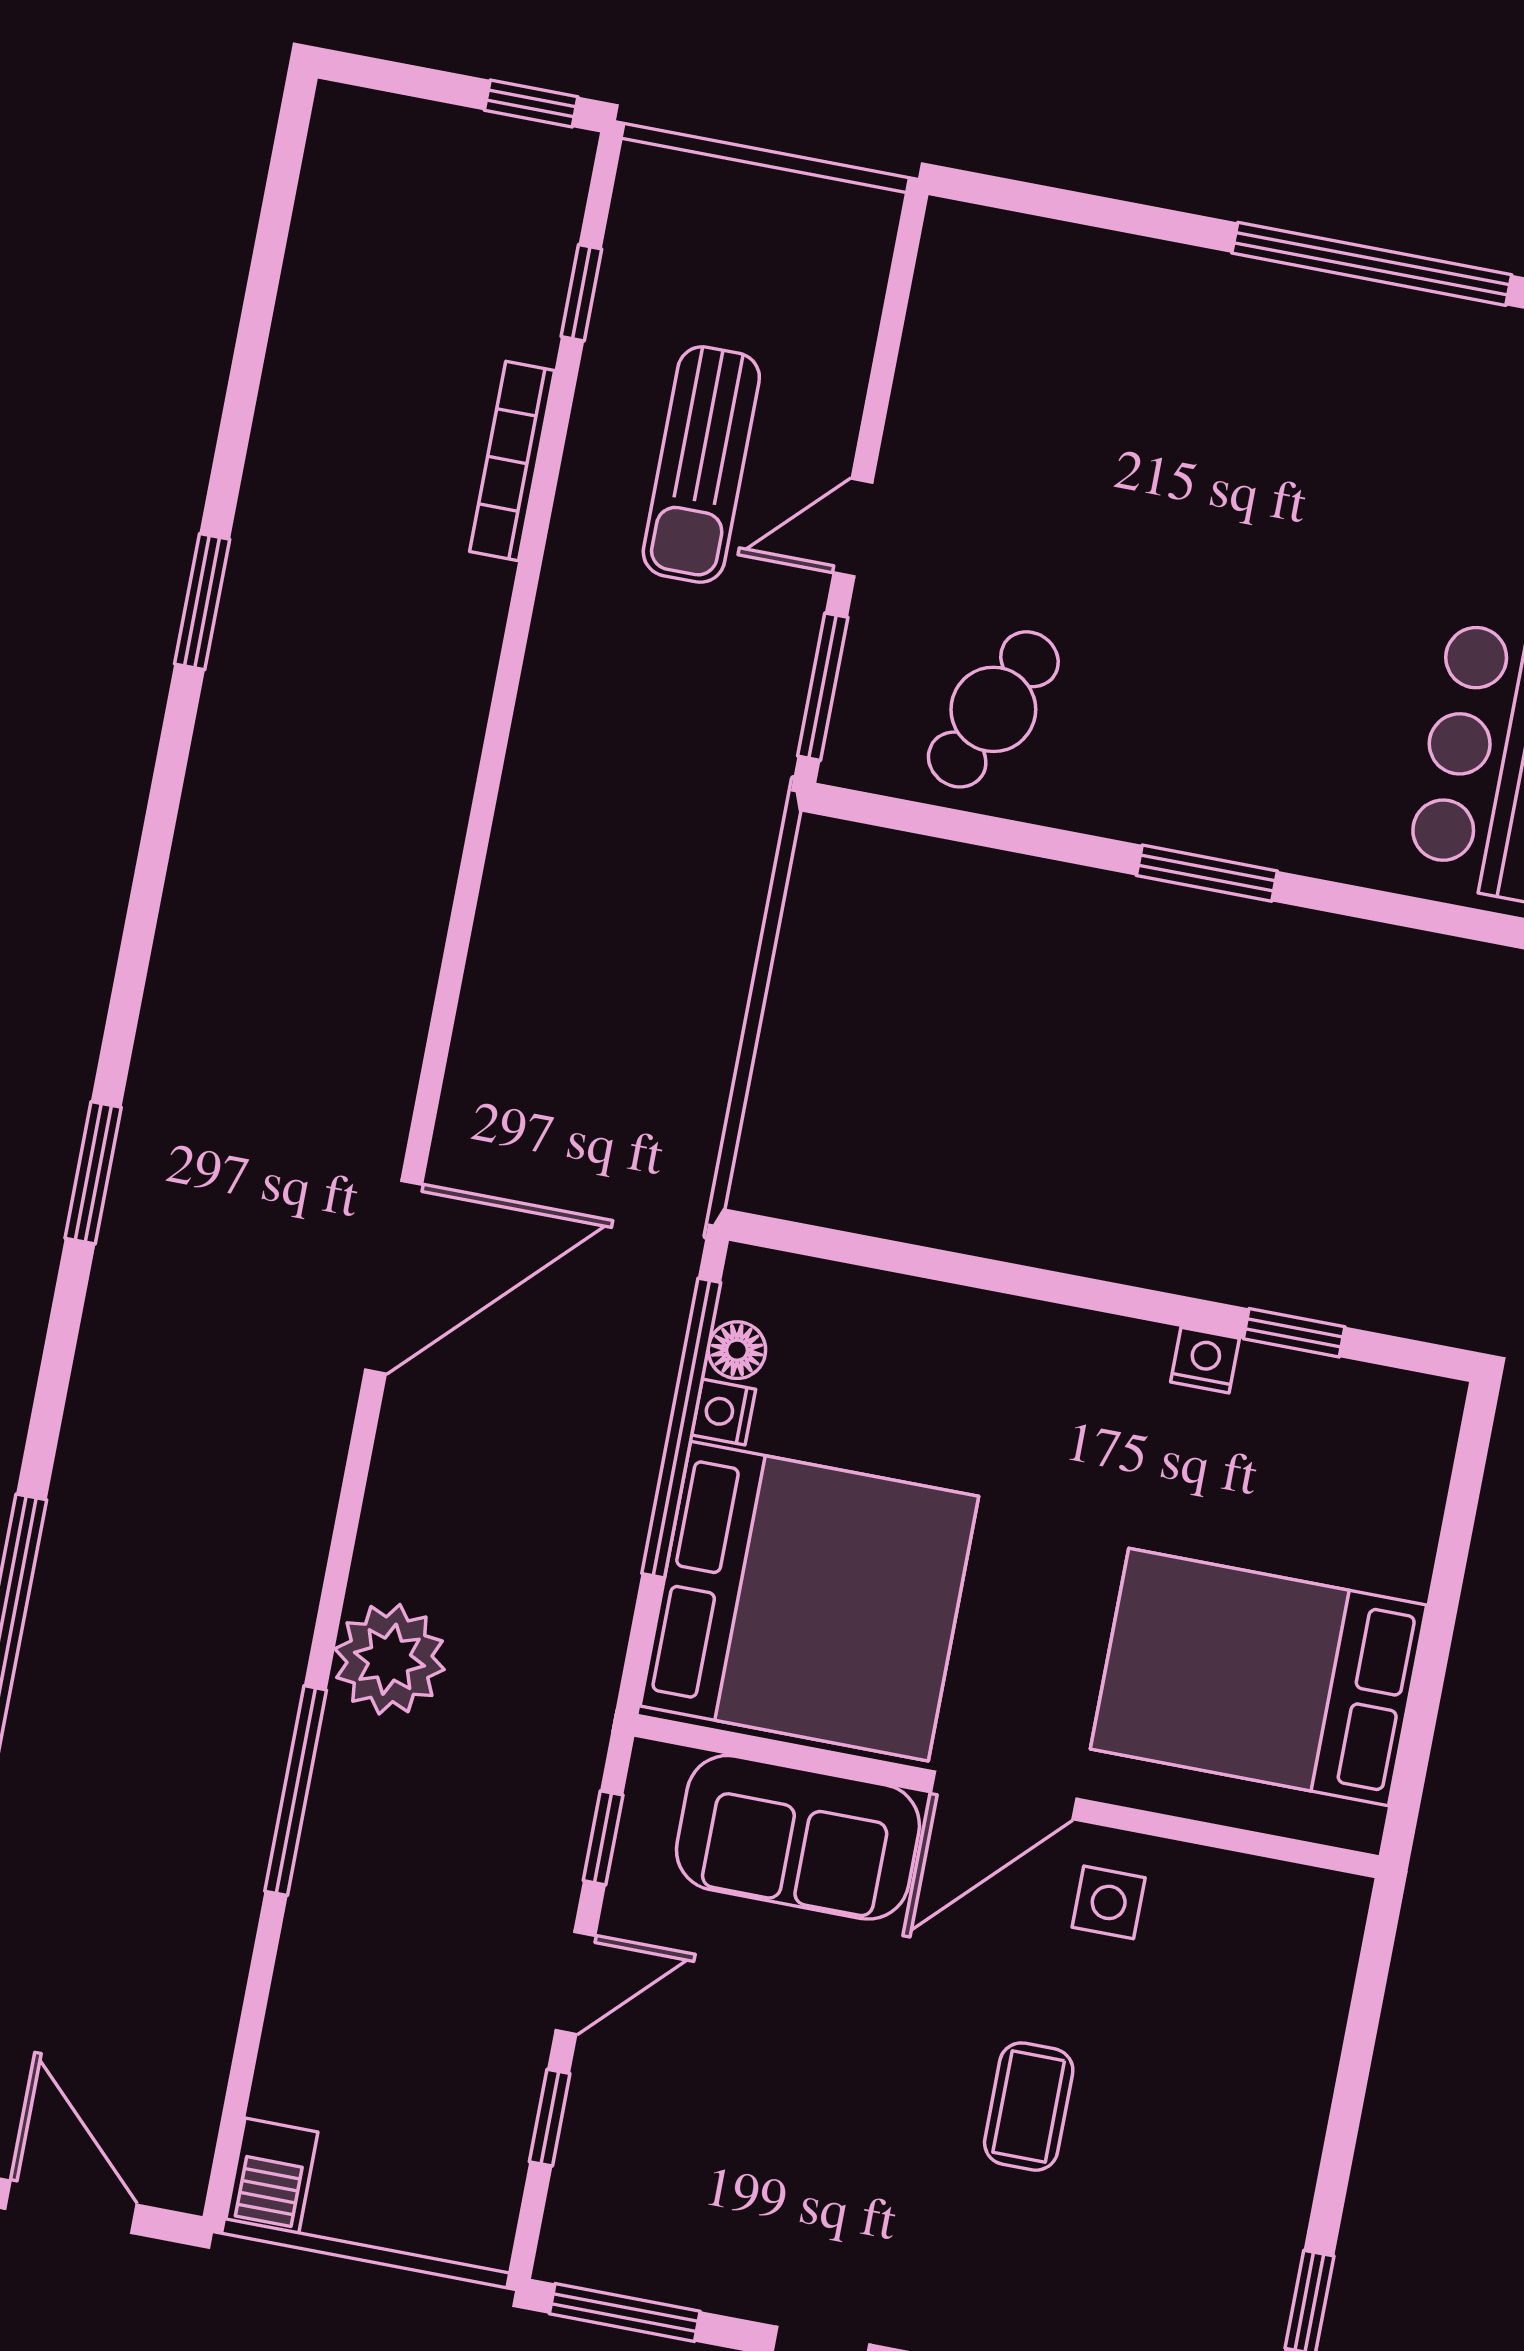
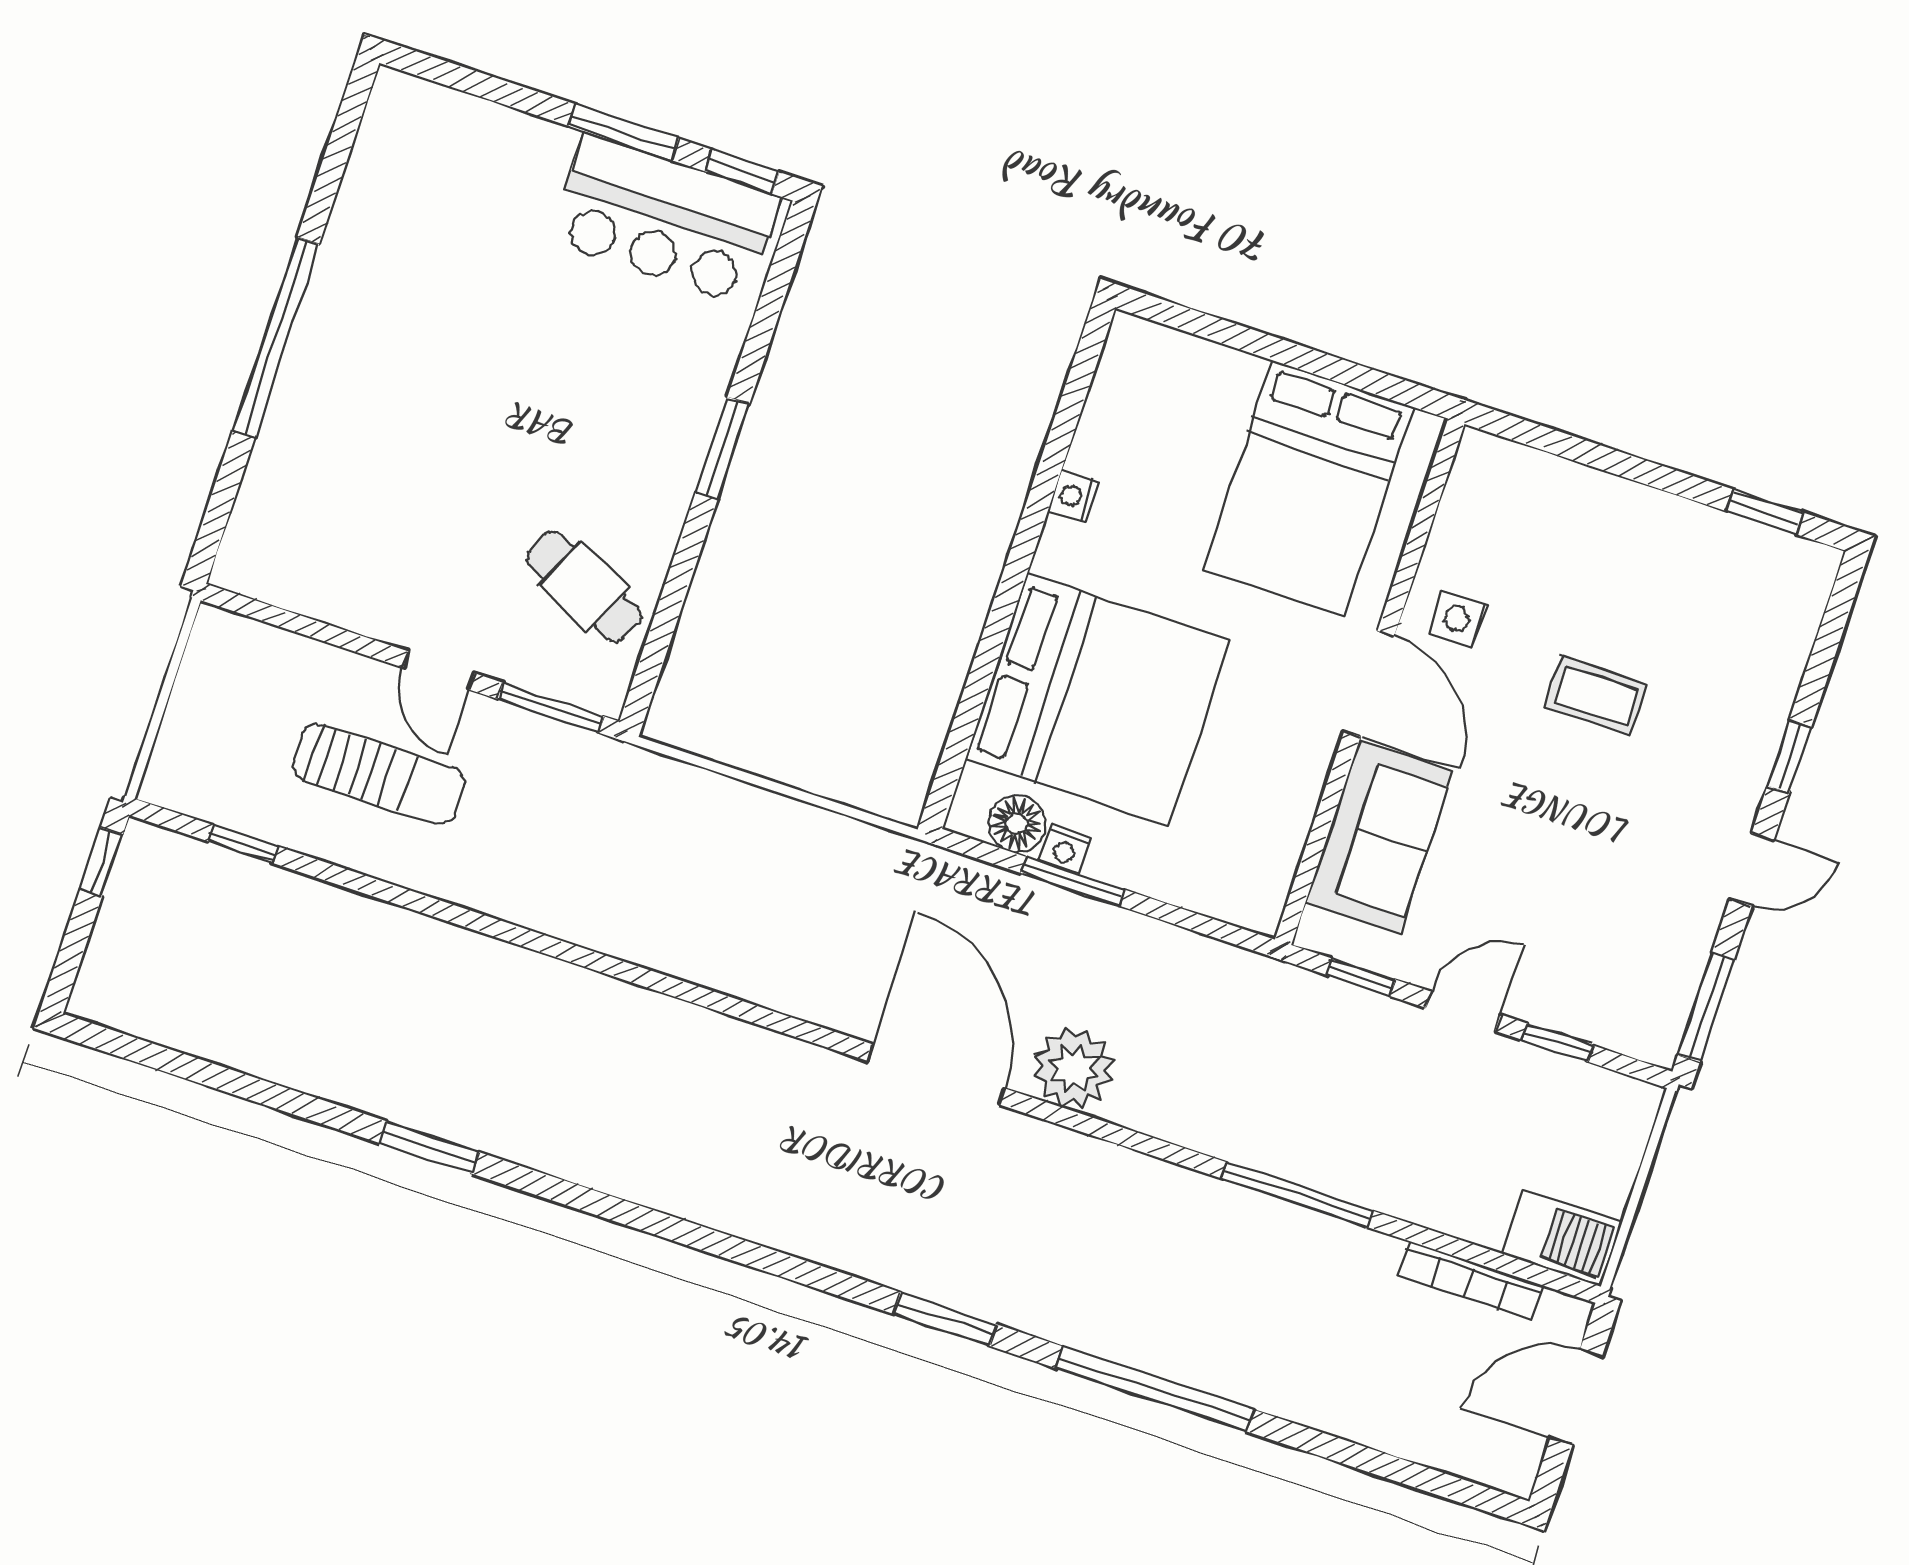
window: (1372, 264) -> (276, 337), moved
bookcase: (512, 461) -> (1470, 1280), moved
window: (93, 1173) -> (945, 1319), moved
window: (1294, 1333) -> (1063, 429), removed
floor lamp: (737, 1350) -> (1017, 824), width x1.37, depth x1.37
window: (681, 1428) -> (1073, 881), width x0.47
bed: (809, 1601) -> (1098, 699), moved, turned 90
plant: (389, 1659) -> (1074, 1068), moved
door: (575, 1983) -> (1463, 1011), hinge flipped
barbecue: (272, 2176) -> (1562, 1238), width x1.38, depth x1.27

